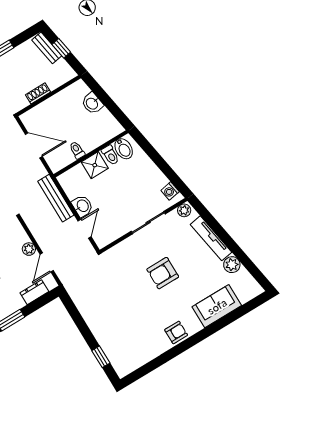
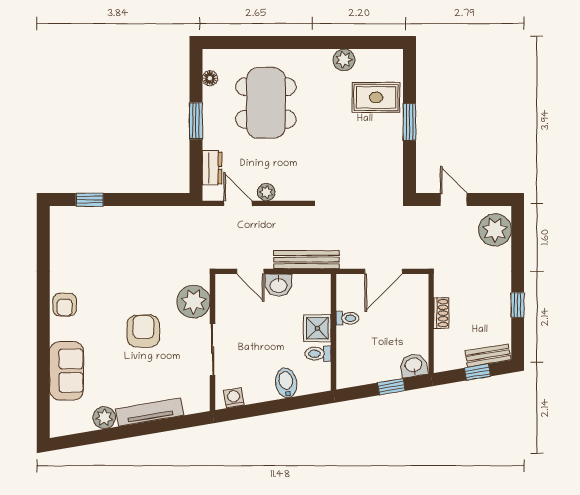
window: (103, 97) -> (391, 387), added
washbasin: (92, 103) -> (414, 365), moved
bidet: (124, 149) -> (286, 383), moved, turned 80
plant: (184, 210) -> (194, 302), moved, width x1.88, depth x1.88

